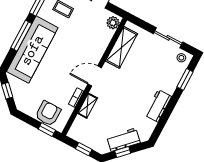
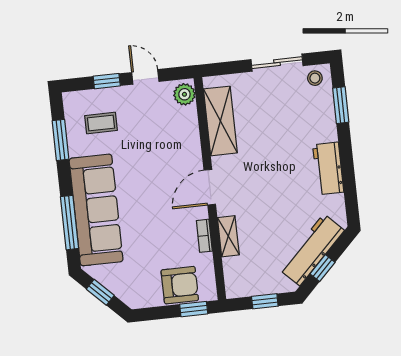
window: (21, 36) -> (69, 223), moved
armchair: (48, 113) -> (180, 285), turned 90
workbench: (123, 140) -> (312, 250), width x1.38

